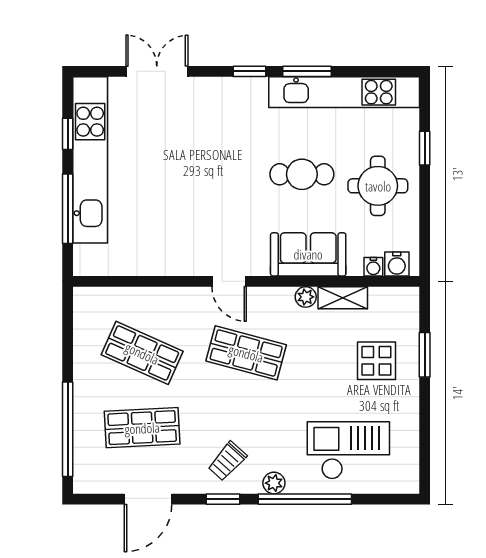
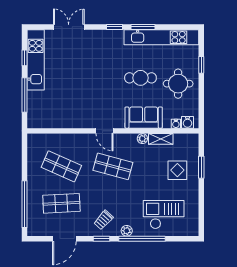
kitchen unit: (90, 160) -> (36, 60), width x0.73

